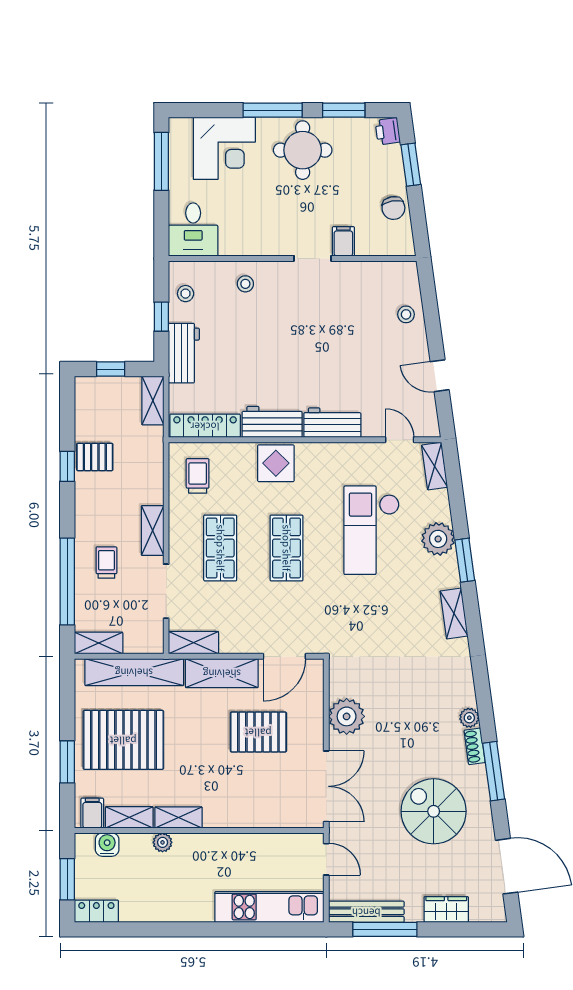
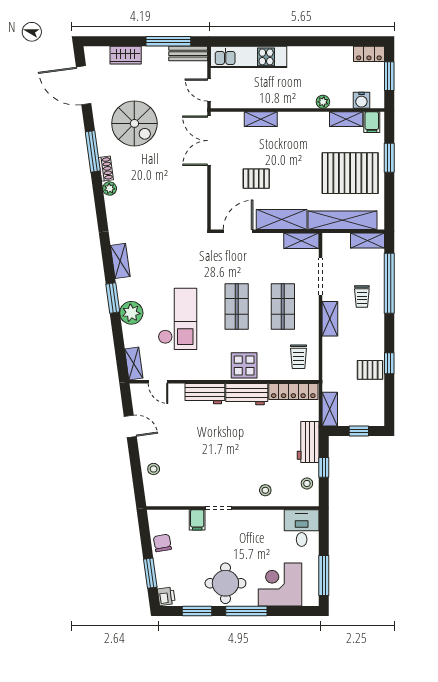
plant: (347, 716) -> (195, 189), removed
pallet: (258, 732) -> (256, 179), width x0.67, depth x0.71
shelving: (179, 817) -> (261, 119), moved
bench: (366, 912) -> (188, 54), width x0.73

